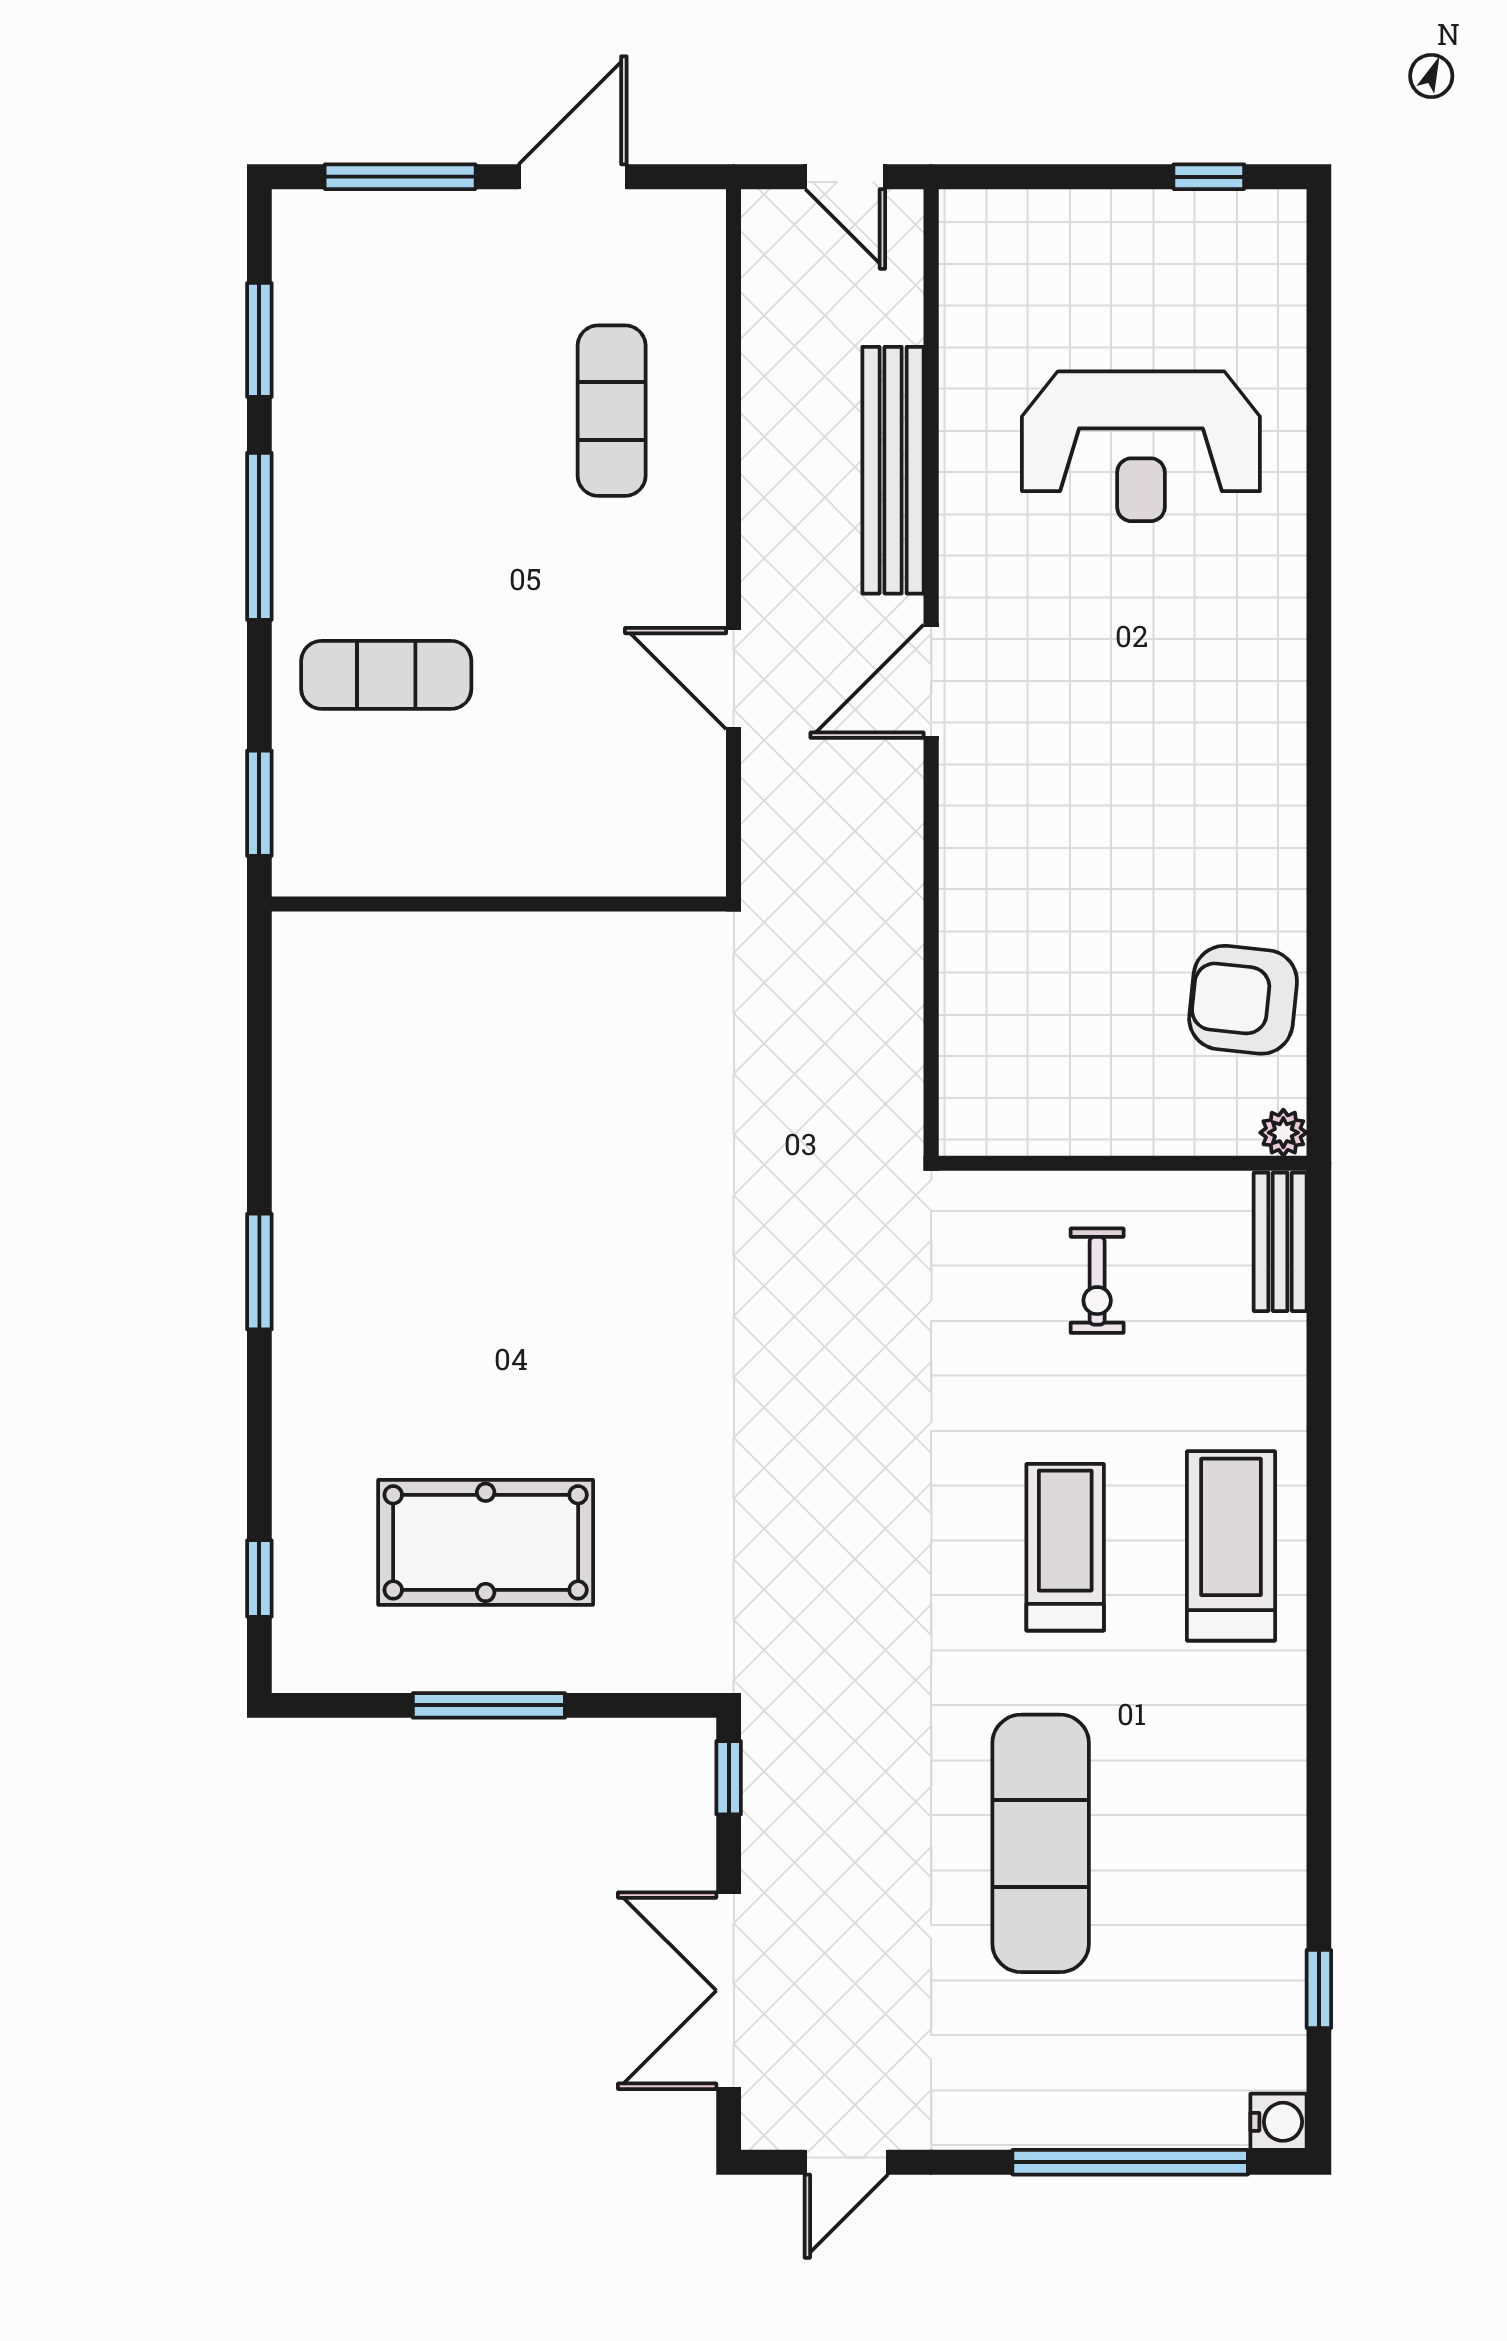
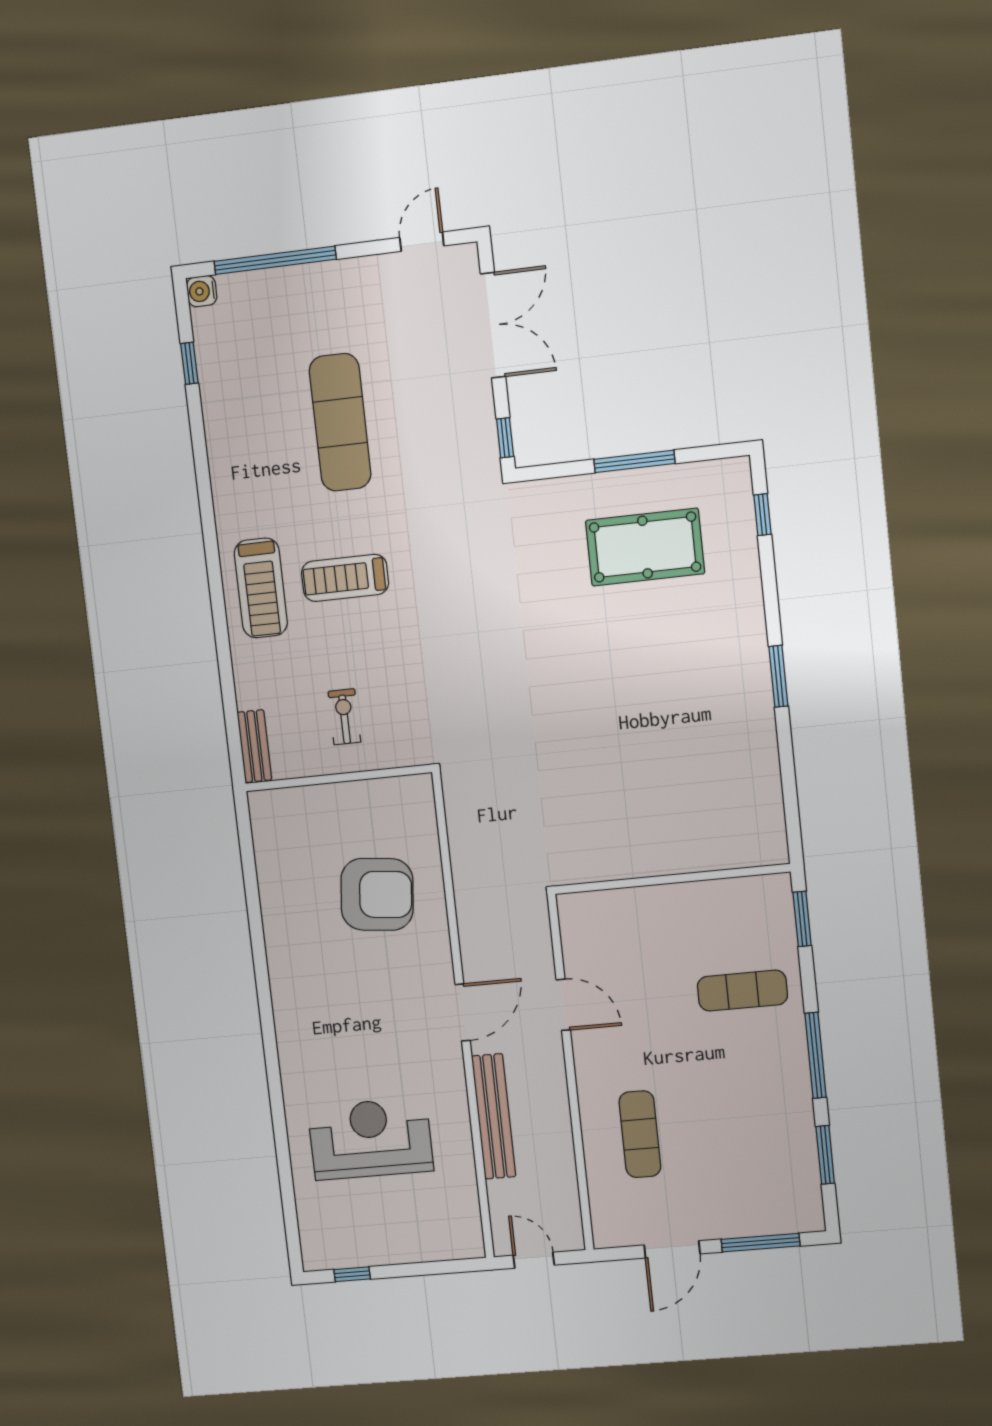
armchair: (1243, 1000) -> (377, 894), moved, width x1.36, depth x1.36
plant: (1283, 1133) -> (259, 802), removed
treadmill: (1065, 1547) -> (345, 578), turned 90

